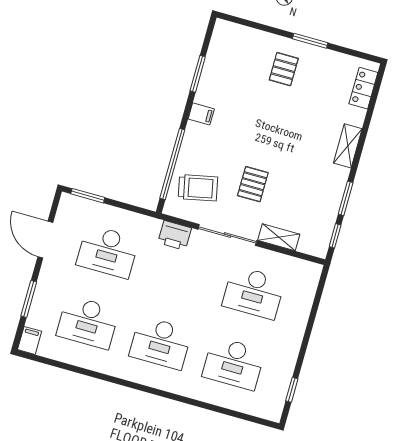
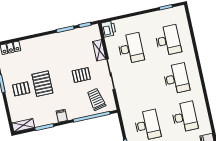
pallet: (273, 110) -> (42, 84), added
shelving: (348, 146) -> (23, 125), moved
printer: (175, 235) -> (109, 29), moved

